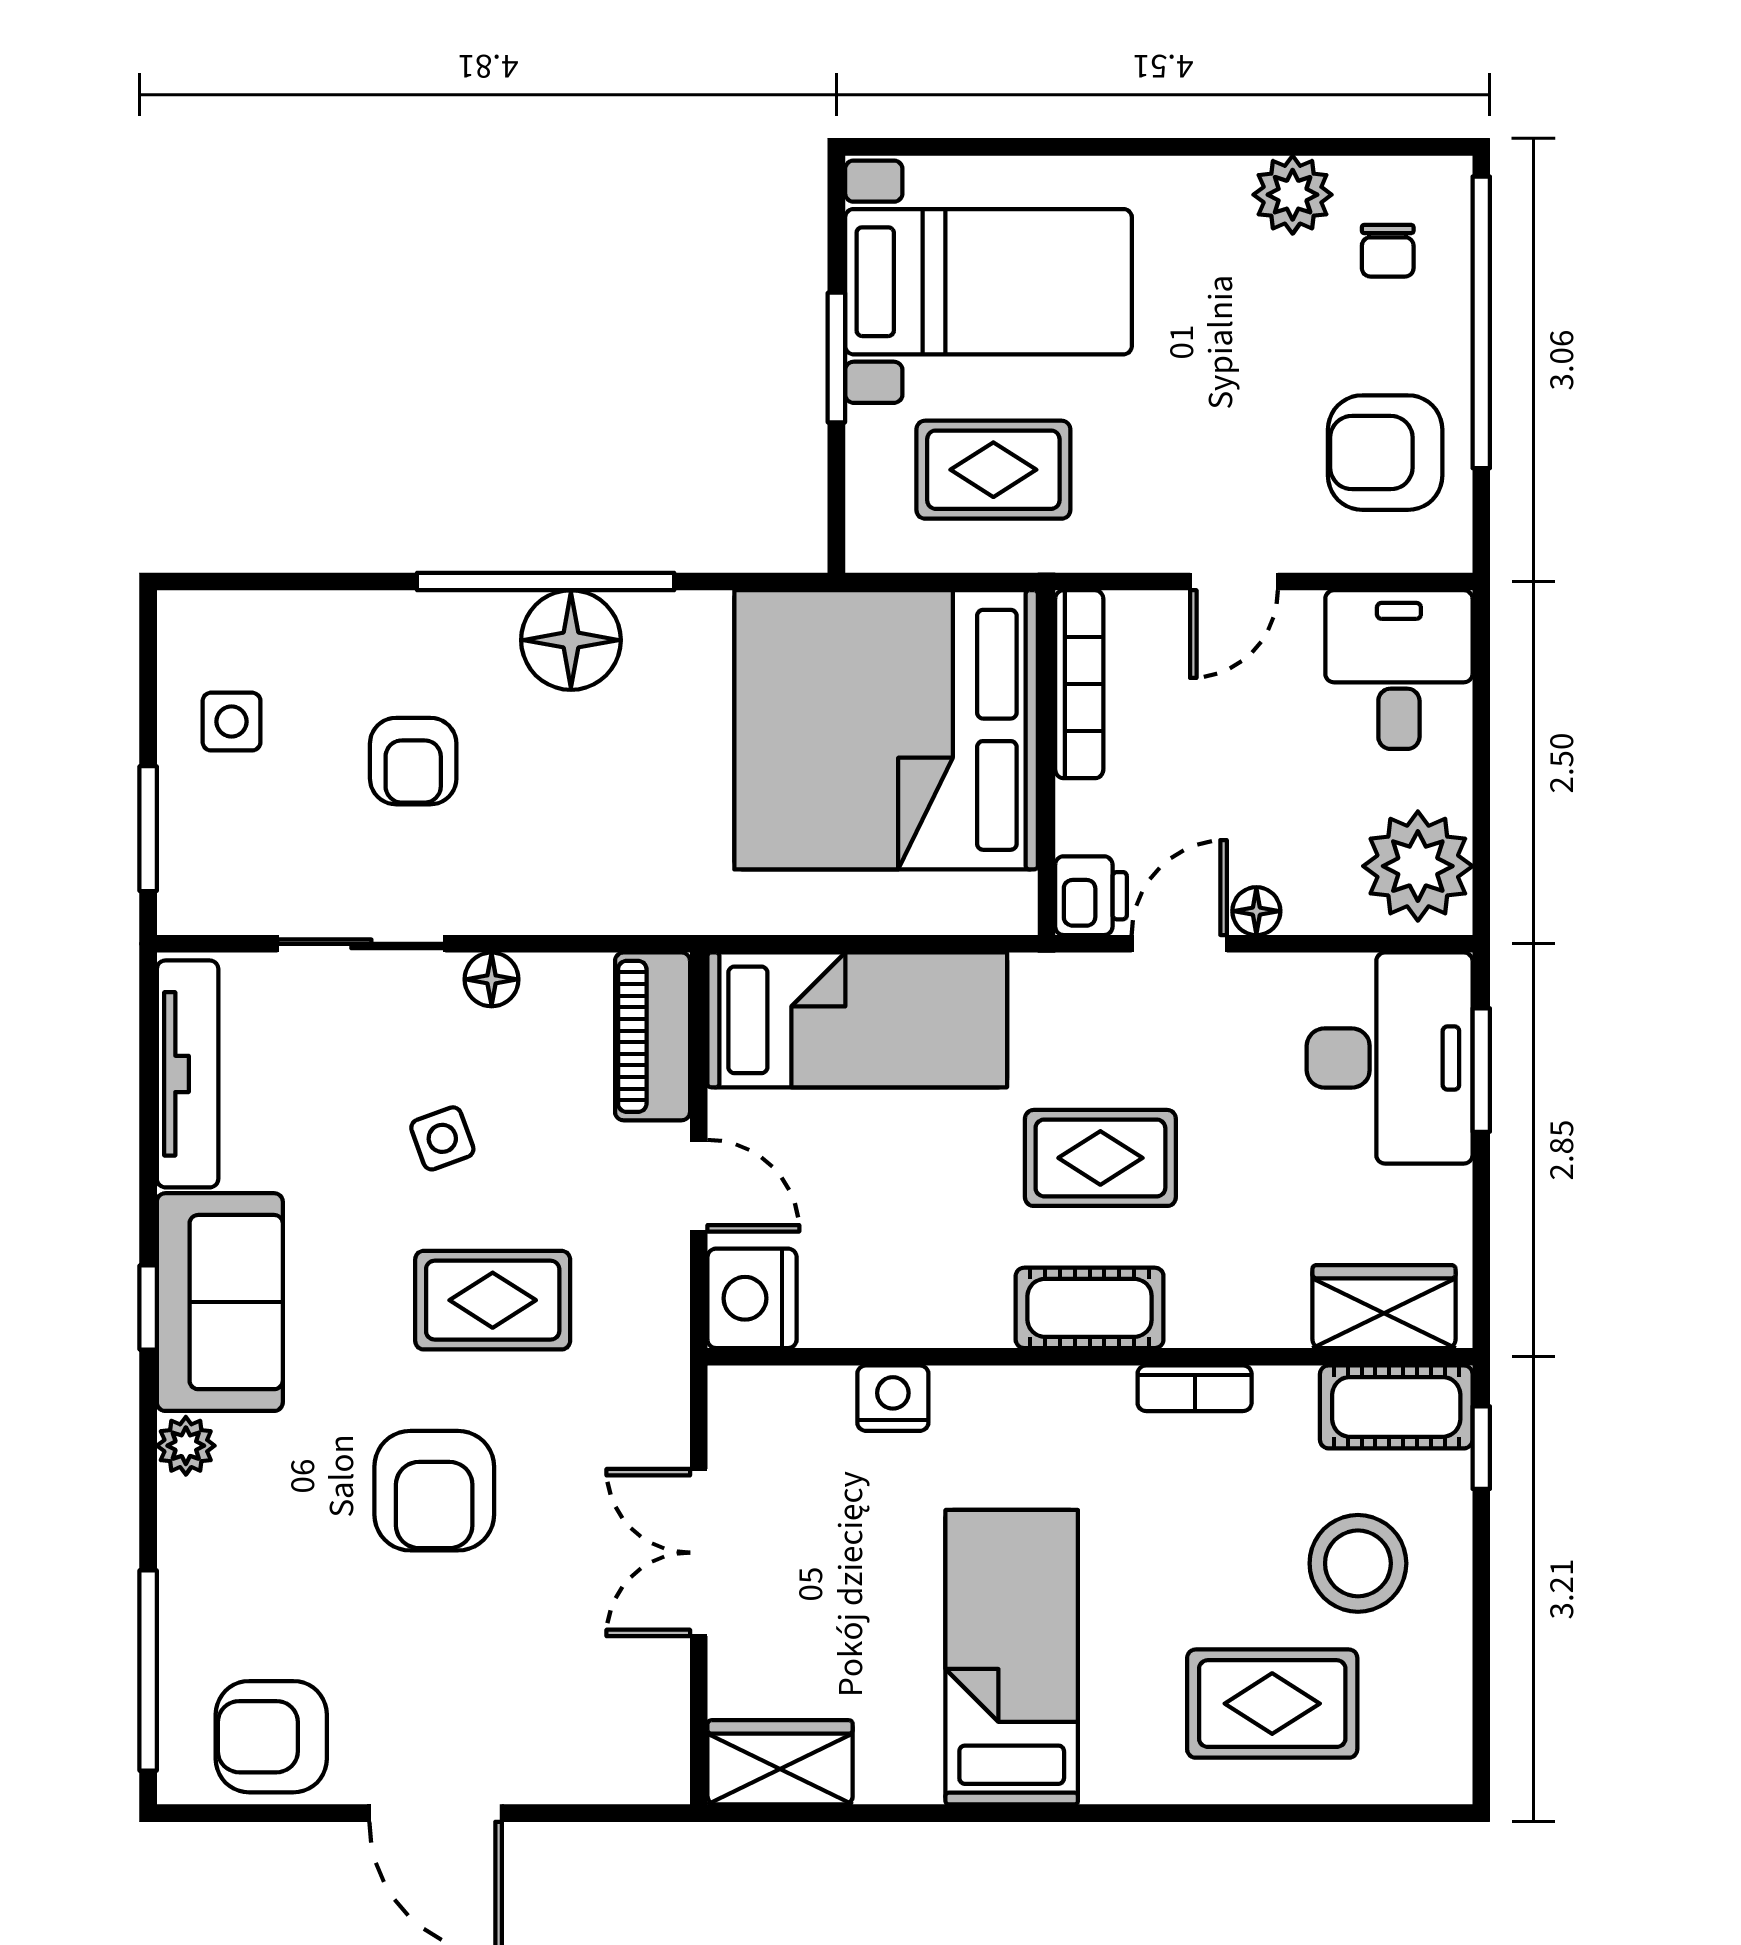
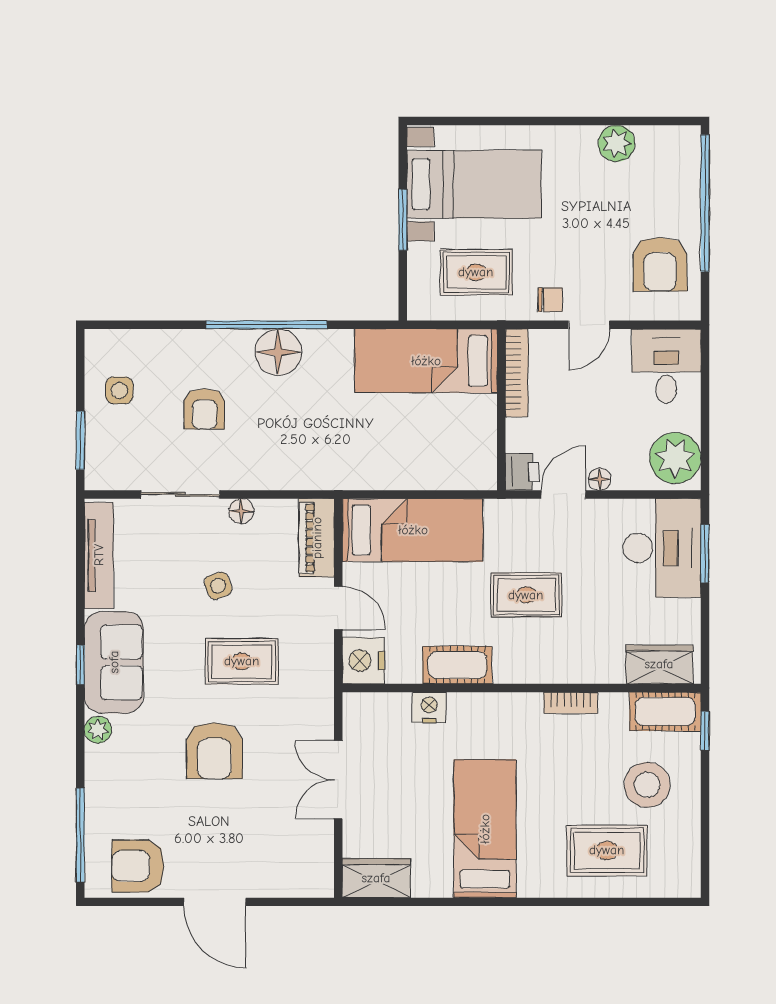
chair: (1388, 251) -> (550, 300), moved, turned -90
armchair: (1385, 453) -> (660, 264), turned -90
bed: (886, 730) -> (426, 361), width x0.49
cot: (1090, 1308) -> (457, 665), moved

